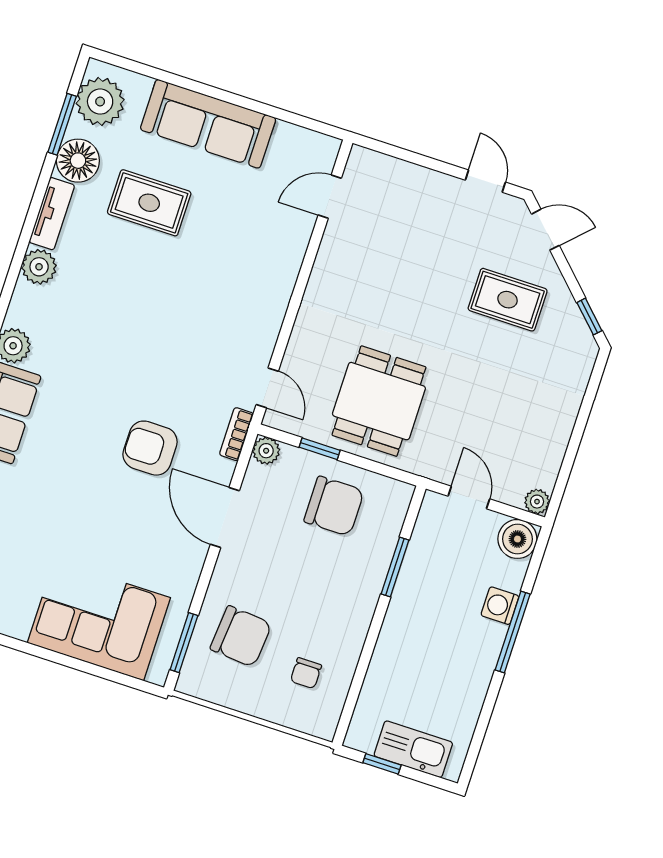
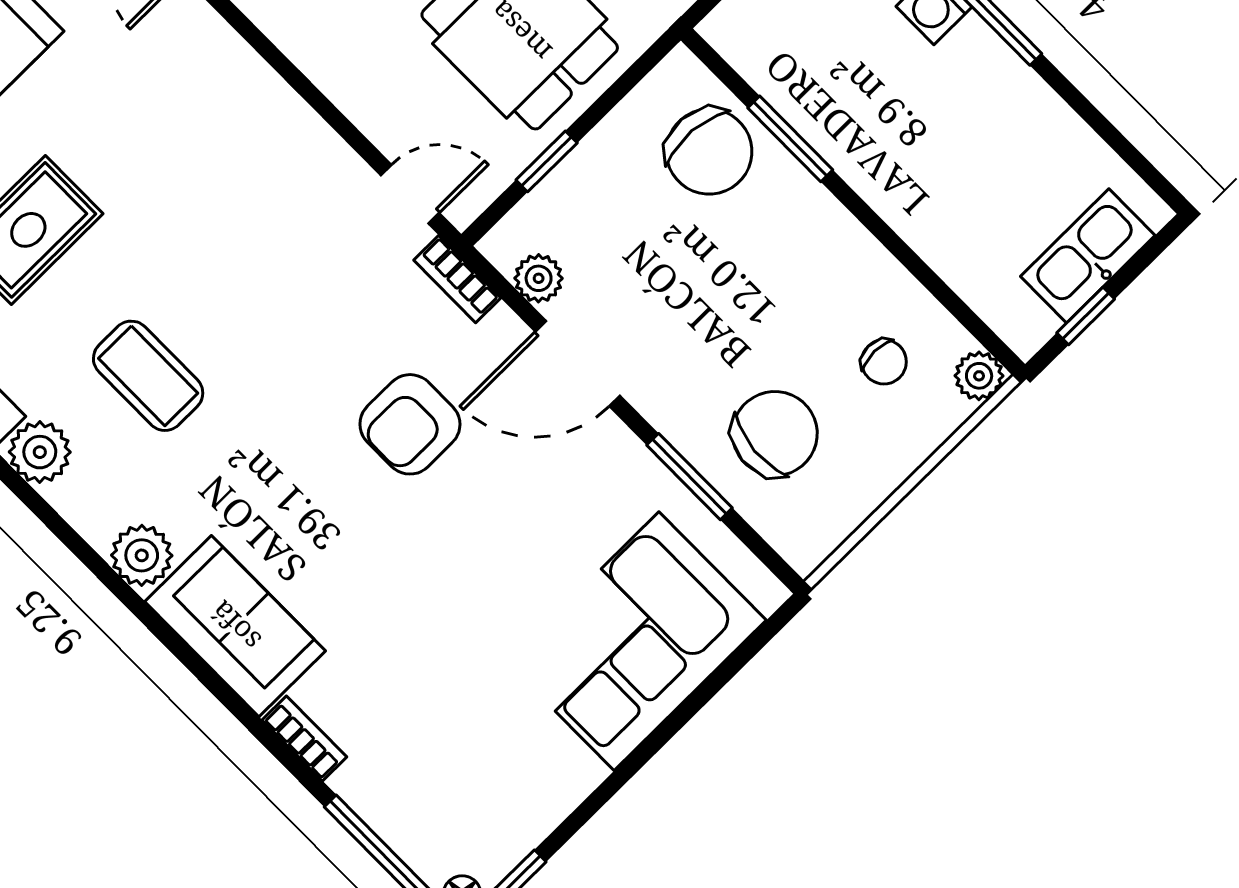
coffee table: (106, 302) -> (148, 376), added
plant: (266, 451) -> (539, 278), moved
chair: (334, 506) -> (709, 152), moved, turned 94
window: (184, 643) -> (689, 477), moved
plant: (324, 725) -> (979, 376), added

